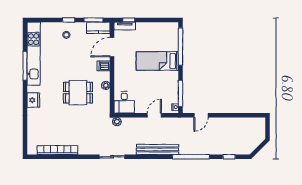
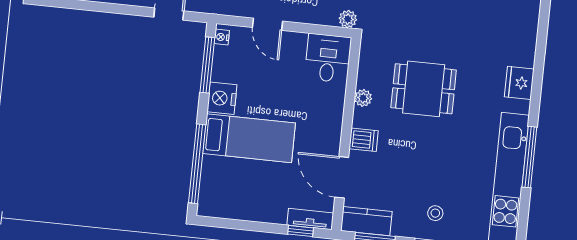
door: (112, 47) -> (342, 177), swing flipped
nightstand: (172, 78) -> (222, 98), added
door: (154, 115) -> (268, 24), hinge flipped

